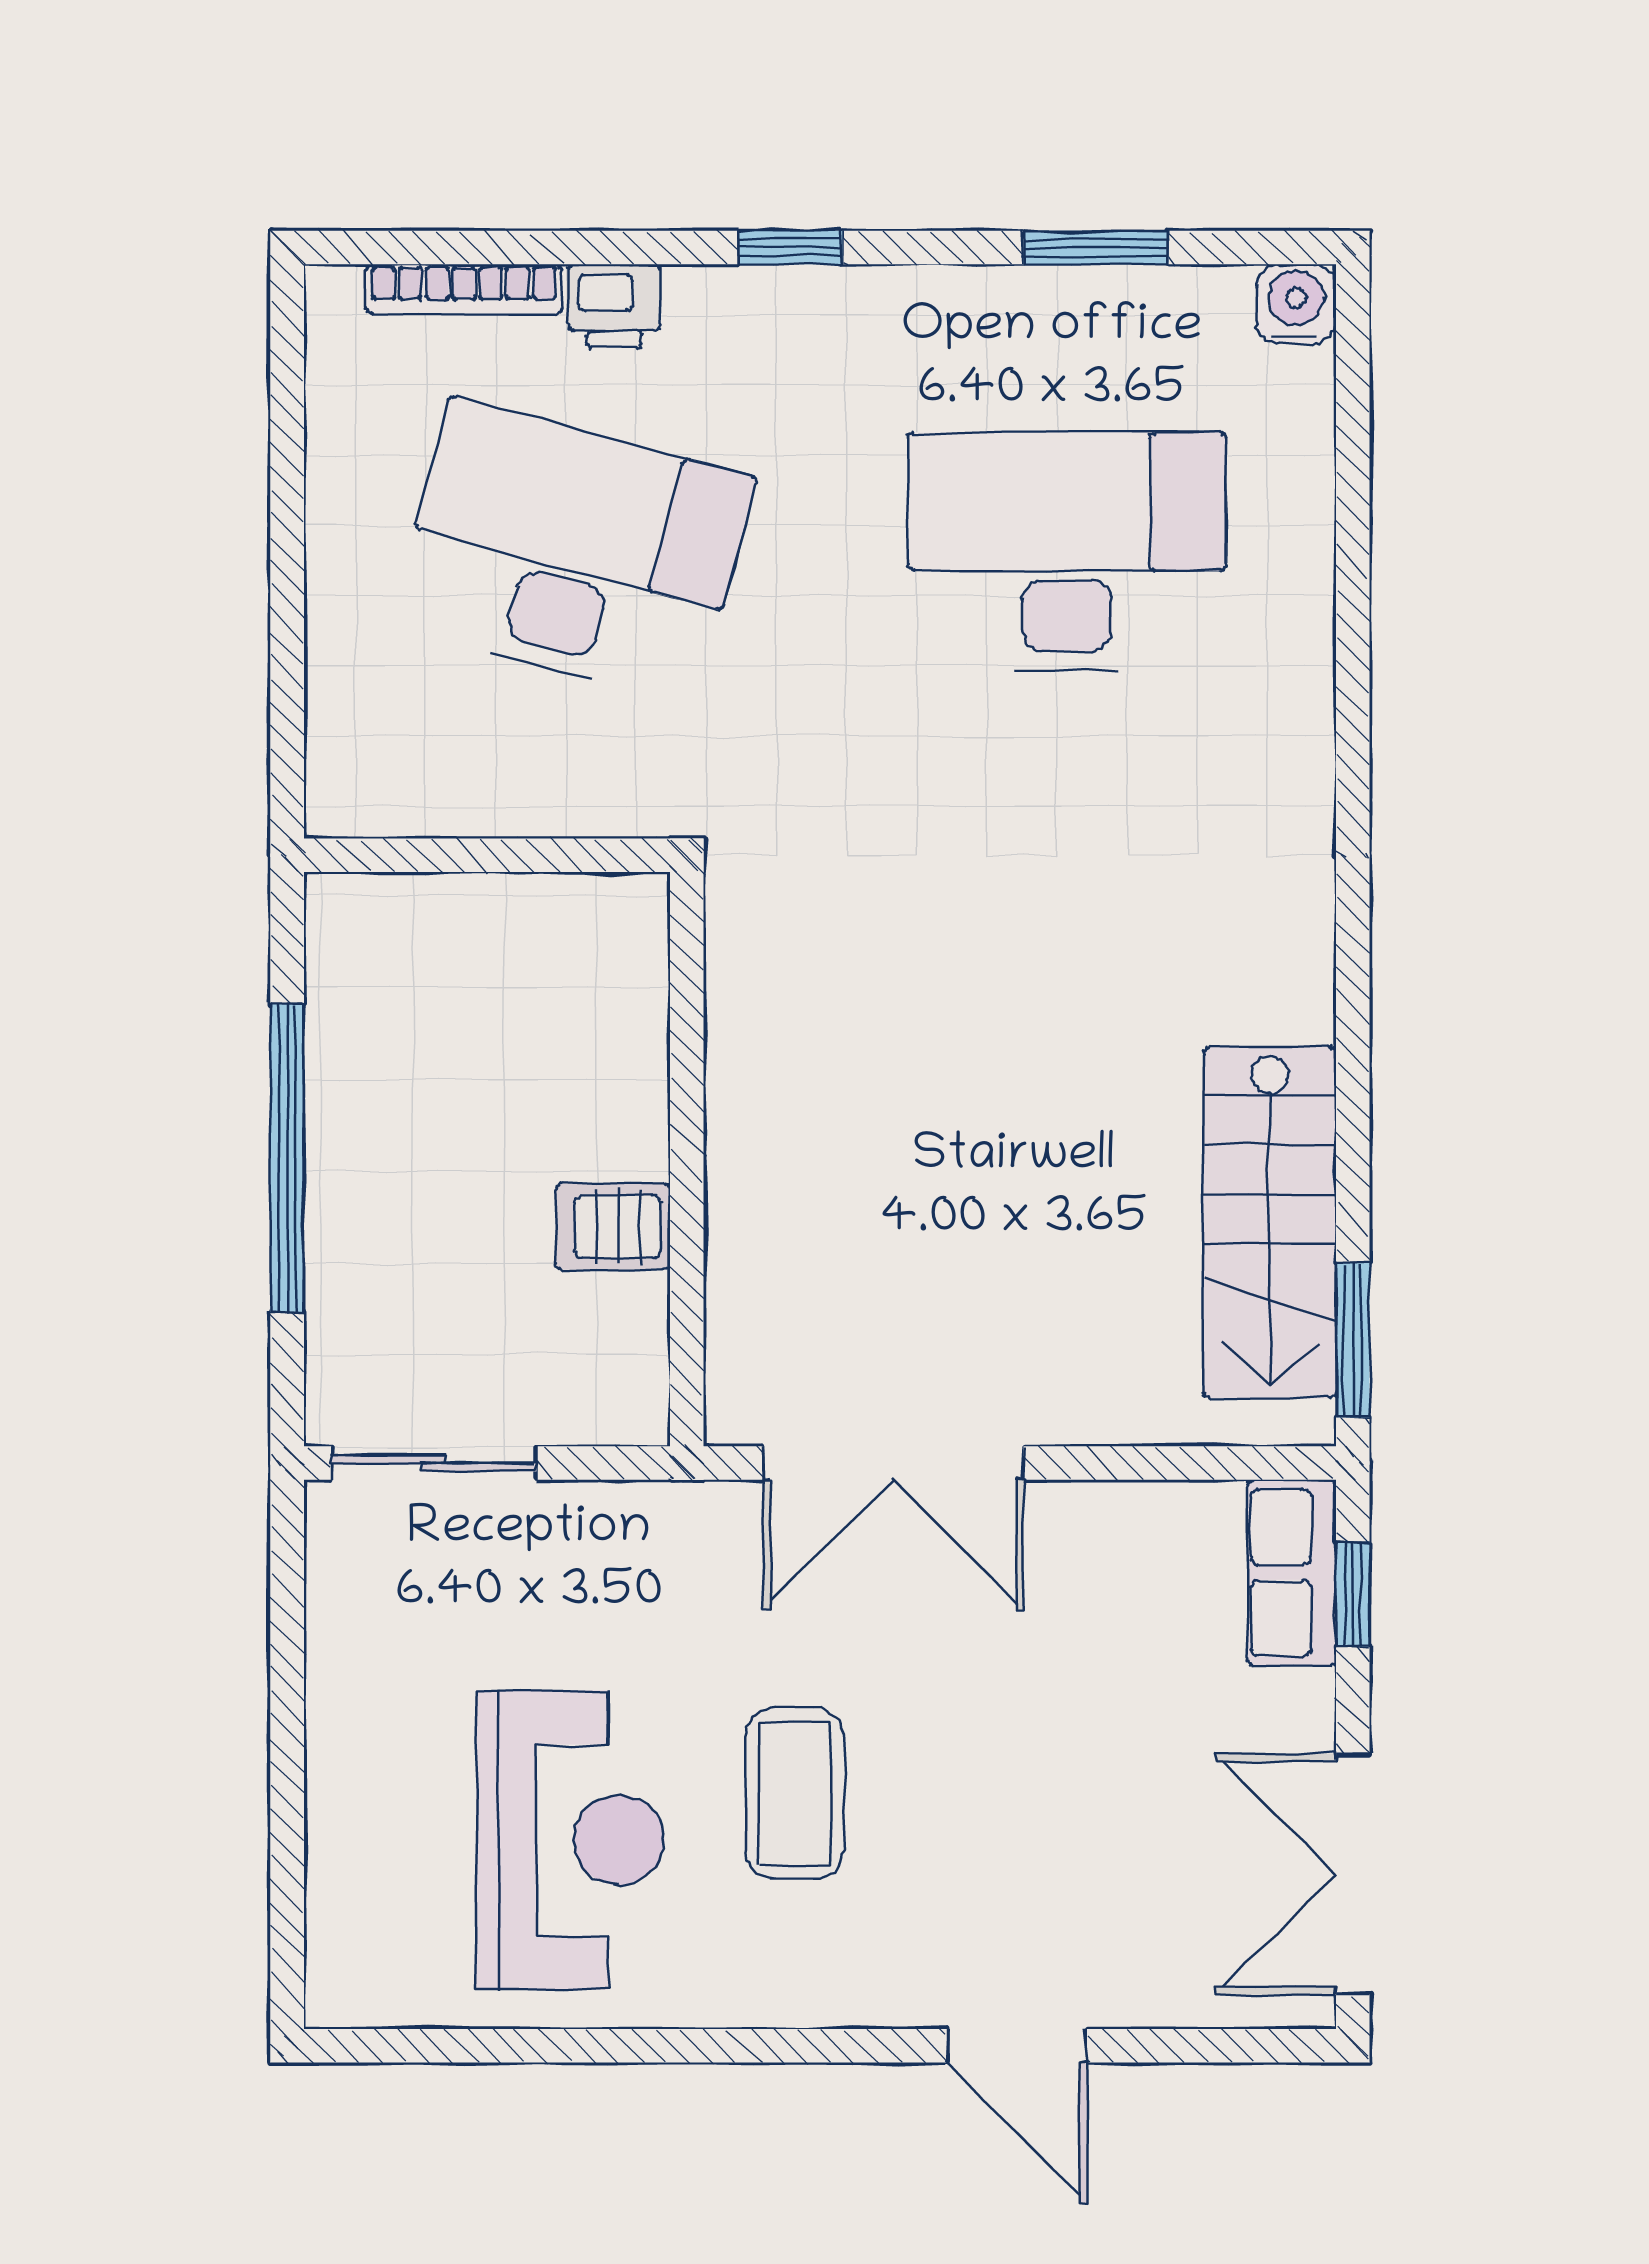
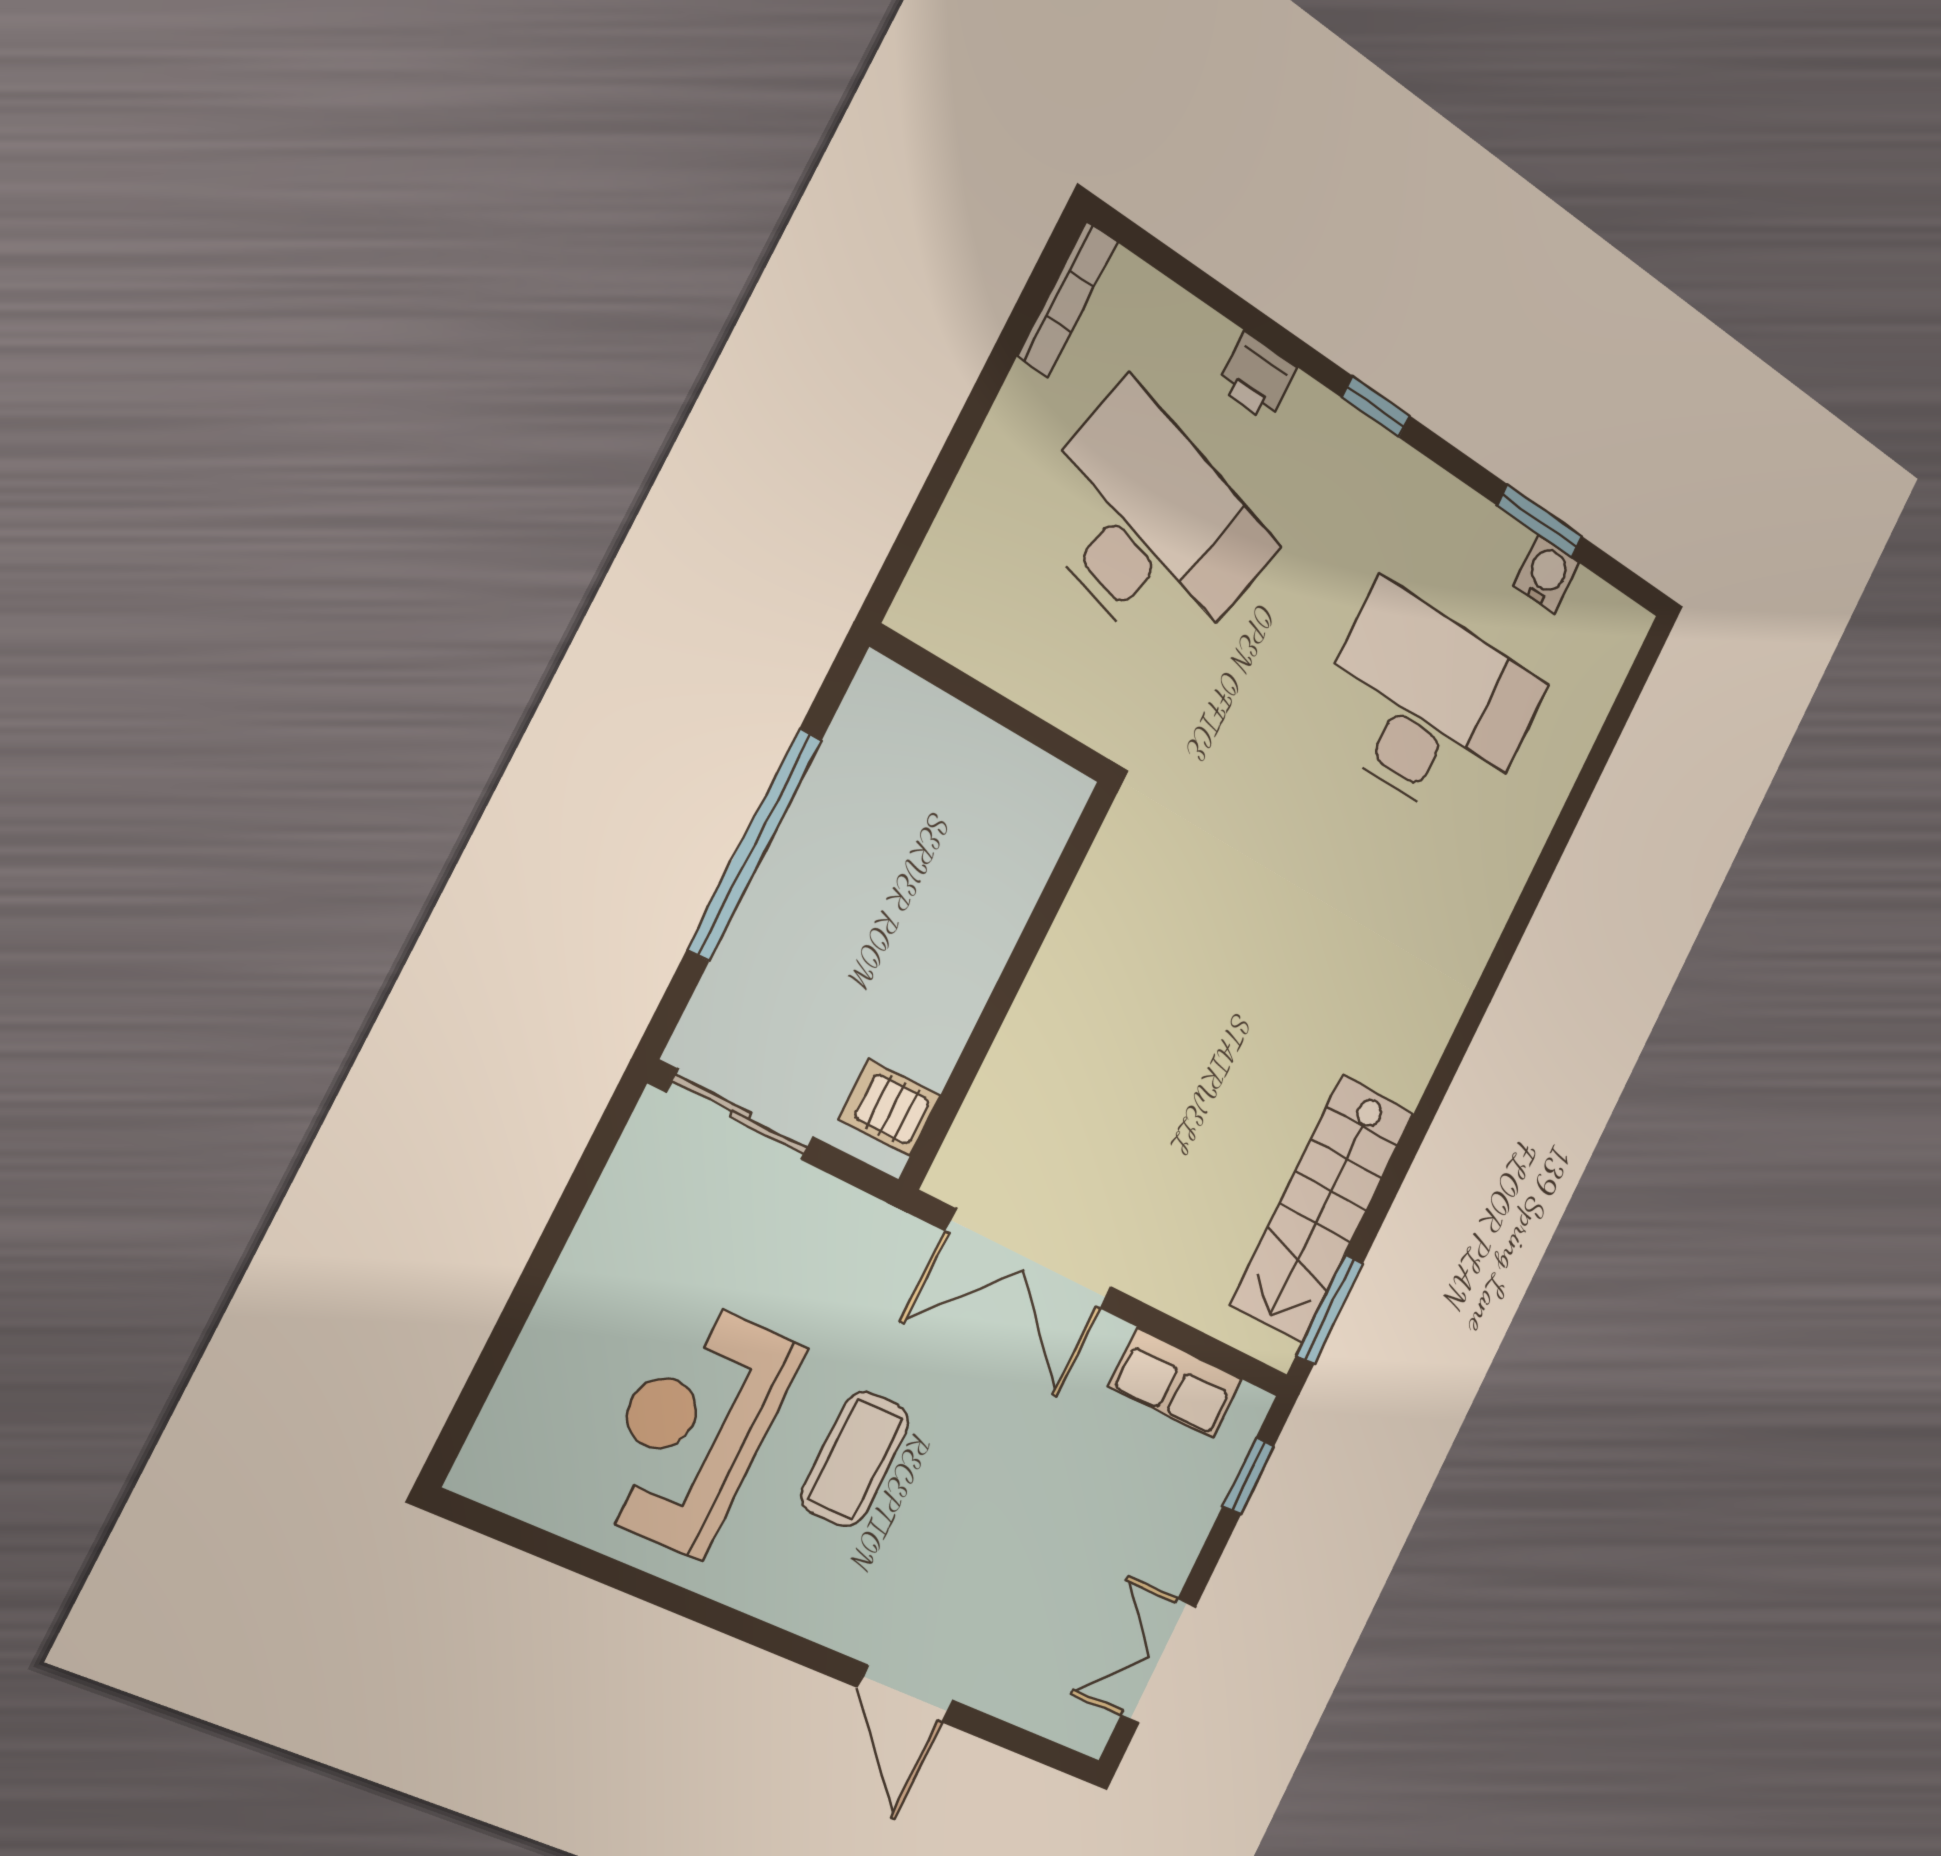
bookcase: (464, 289) -> (1067, 299), moved, turned -90
water cooler: (1296, 304) -> (1547, 574), moved
server rack: (613, 1227) -> (889, 1108), moved
row of seats: (1292, 1573) -> (1176, 1383), moved, turned -90
reception desk: (570, 1840) -> (694, 1428), turned 180
double door: (1353, 1874) -> (1158, 1661), width x0.73

